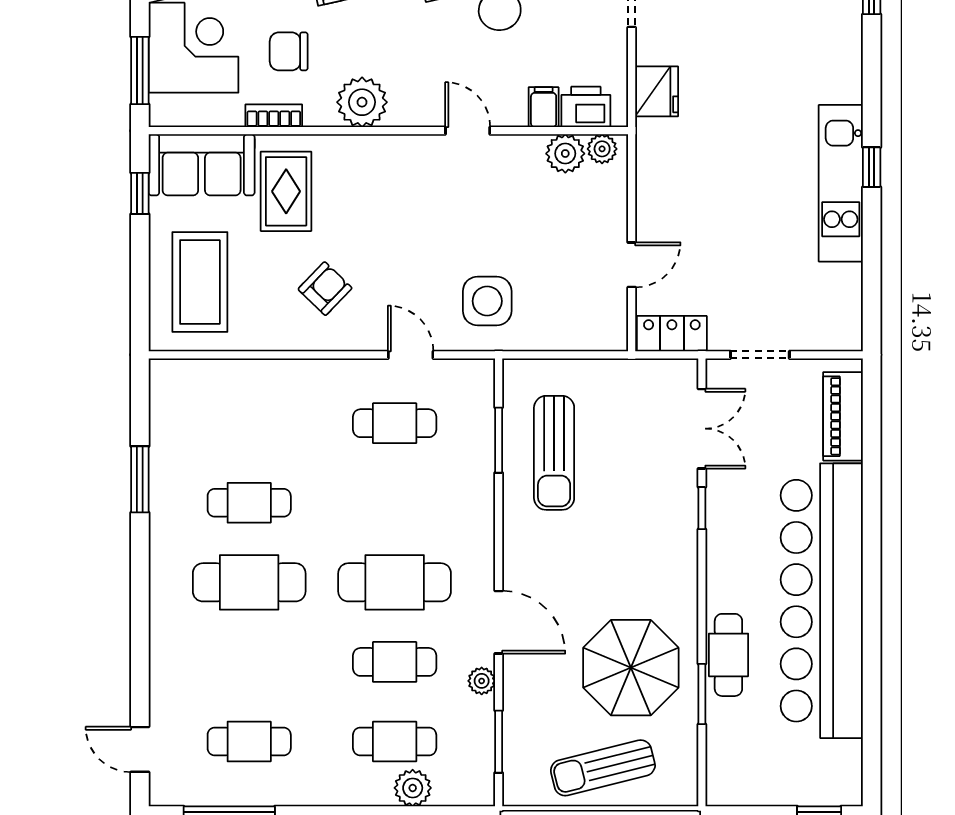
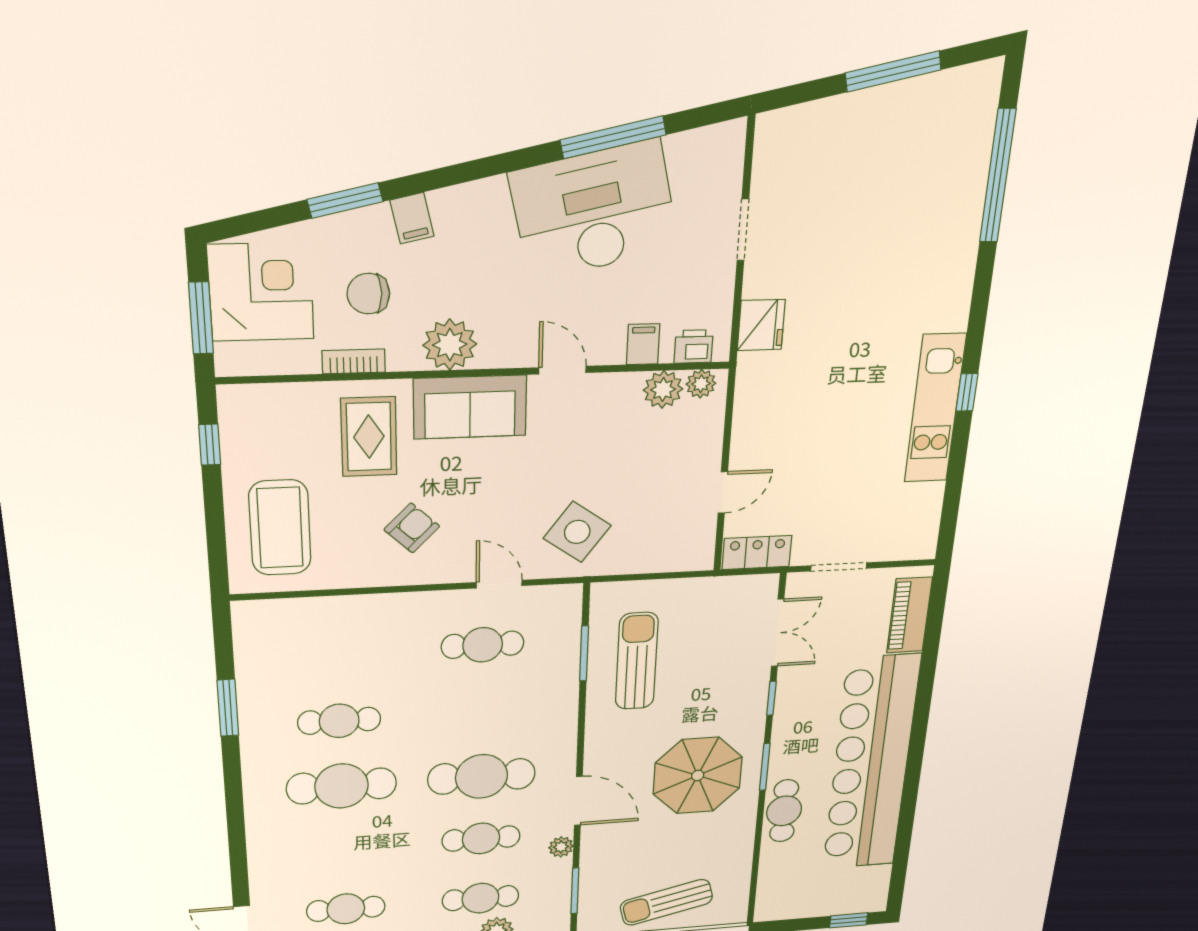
printer: (586, 107) -> (694, 346), width x0.73, depth x0.81
sofa: (202, 165) -> (470, 407), moved
side table: (487, 301) -> (577, 532), turned 36
sun lounger: (554, 453) -> (637, 661), turned 180
parasol: (631, 668) -> (698, 776), moved
window: (702, 694) -> (765, 767), moved

